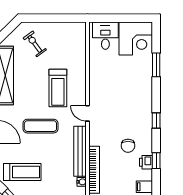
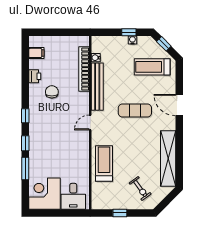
window: (56, 18) -> (120, 213), added
treadmill: (58, 88) -> (104, 163), moved
door: (88, 113) -> (90, 123), swing flipped
window: (156, 161) -> (25, 143), moved

